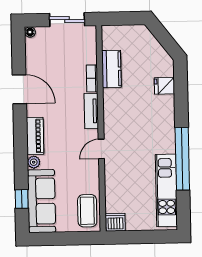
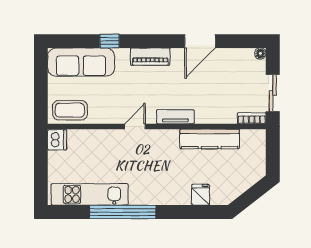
kitchen counter: (111, 69) -> (210, 139), width x1.50
bookcase: (92, 78) -> (252, 118), moved
door: (101, 149) -> (135, 127), hinge flipped
plant: (34, 162) -> (122, 55), removed
window: (22, 199) -> (109, 41), moved

